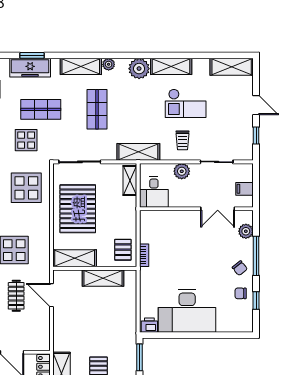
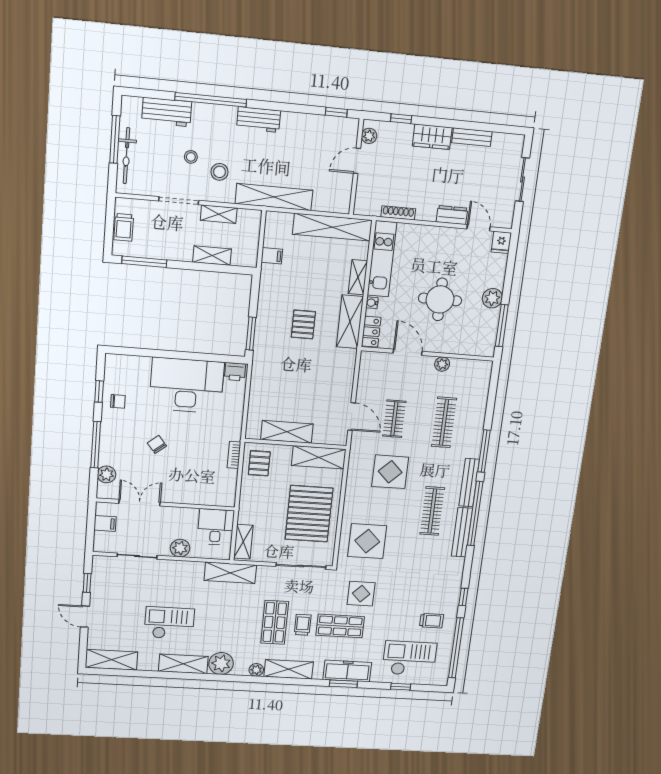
trolley: (182, 140) -> (303, 625), moved
chair: (240, 268) -> (157, 444), moved

